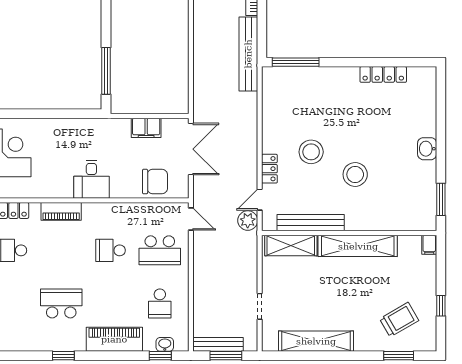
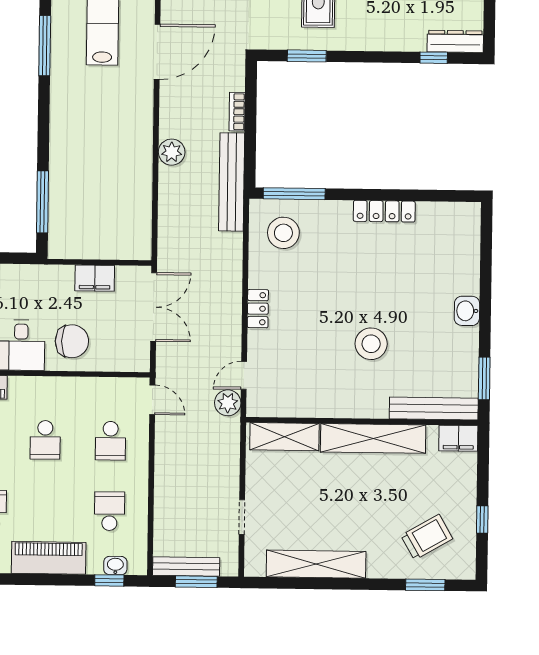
plant: (203, 32) -> (172, 152), added
locker: (383, 74) -> (384, 211), moved
stool: (311, 152) -> (283, 233), moved
locker: (269, 169) -> (258, 309), moved
chair: (155, 182) -> (72, 341), moved
bench: (311, 223) -> (434, 408), moved
filing cabinet: (429, 245) -> (458, 438), width x2.00
school desk: (111, 250) -> (45, 440), turned -90
school desk: (160, 250) -> (111, 441), width x0.54
school desk: (160, 303) -> (110, 511), turned 180

